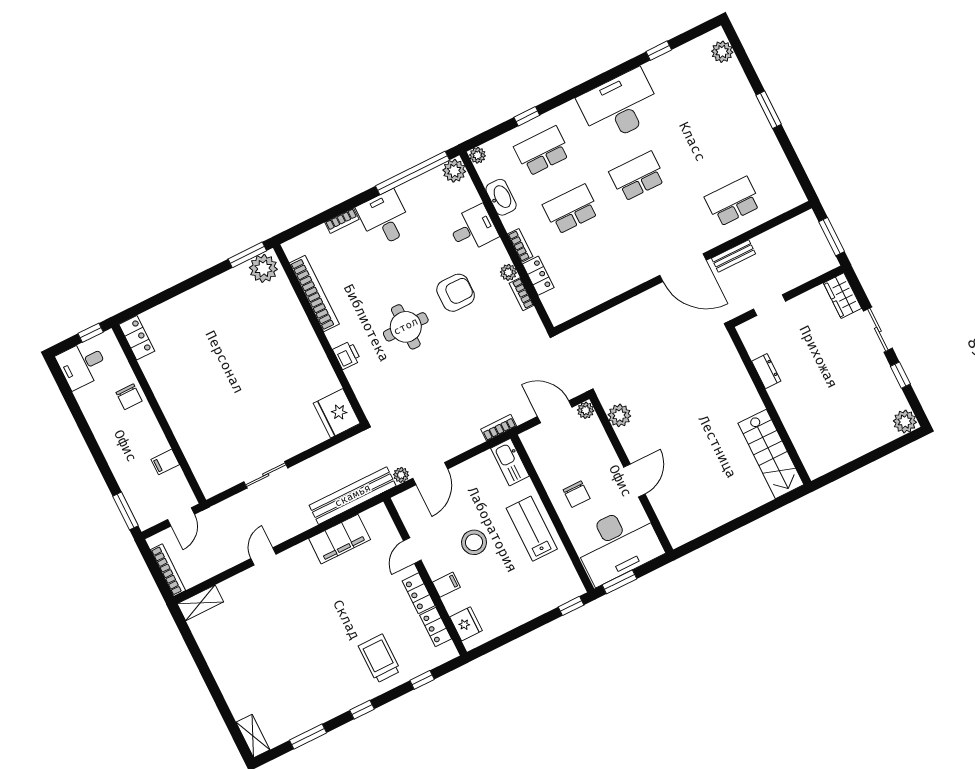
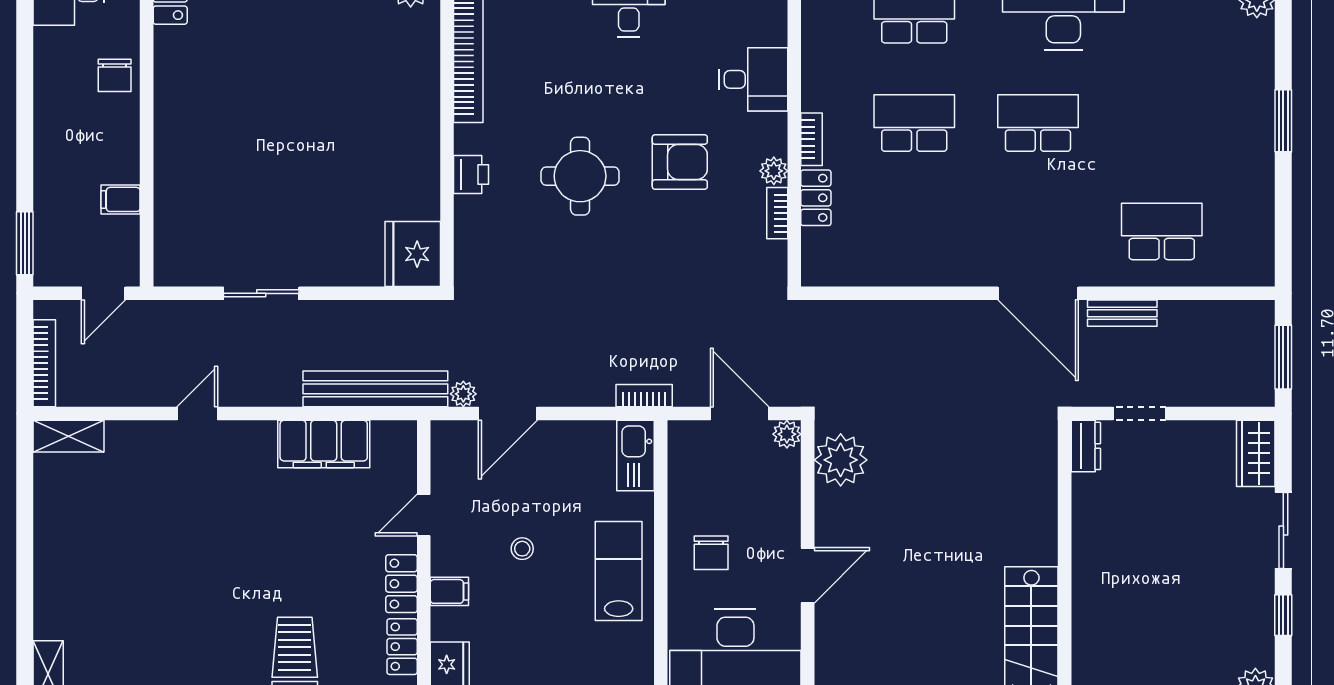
washbasin: (501, 197) -> (819, 53), removed
dresser: (766, 371) -> (1086, 446), moved
plant: (619, 415) -> (841, 460), width x1.36, depth x1.36
stool: (474, 542) -> (522, 549), width x0.53, depth x0.53

